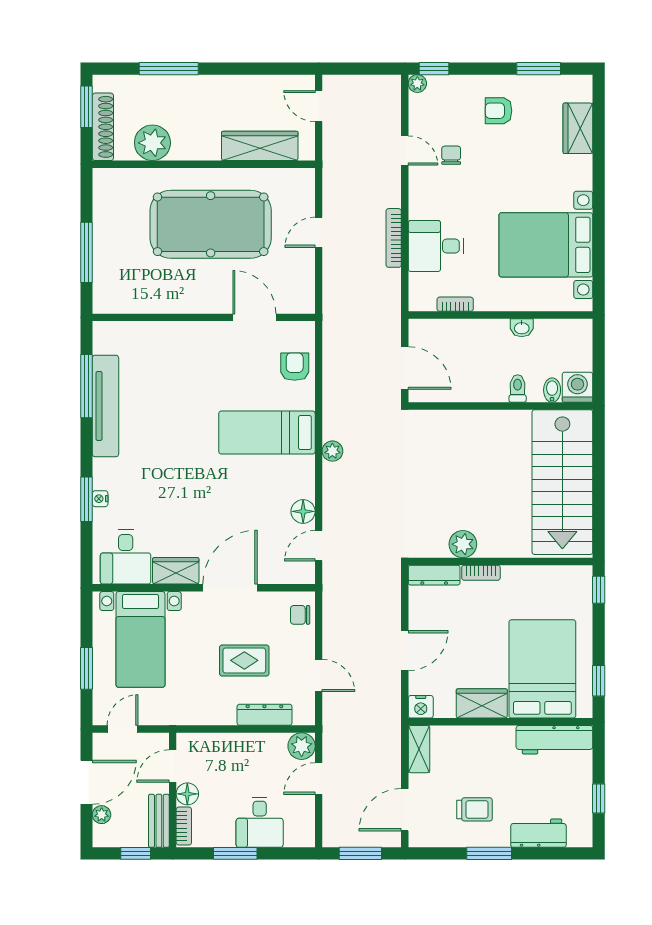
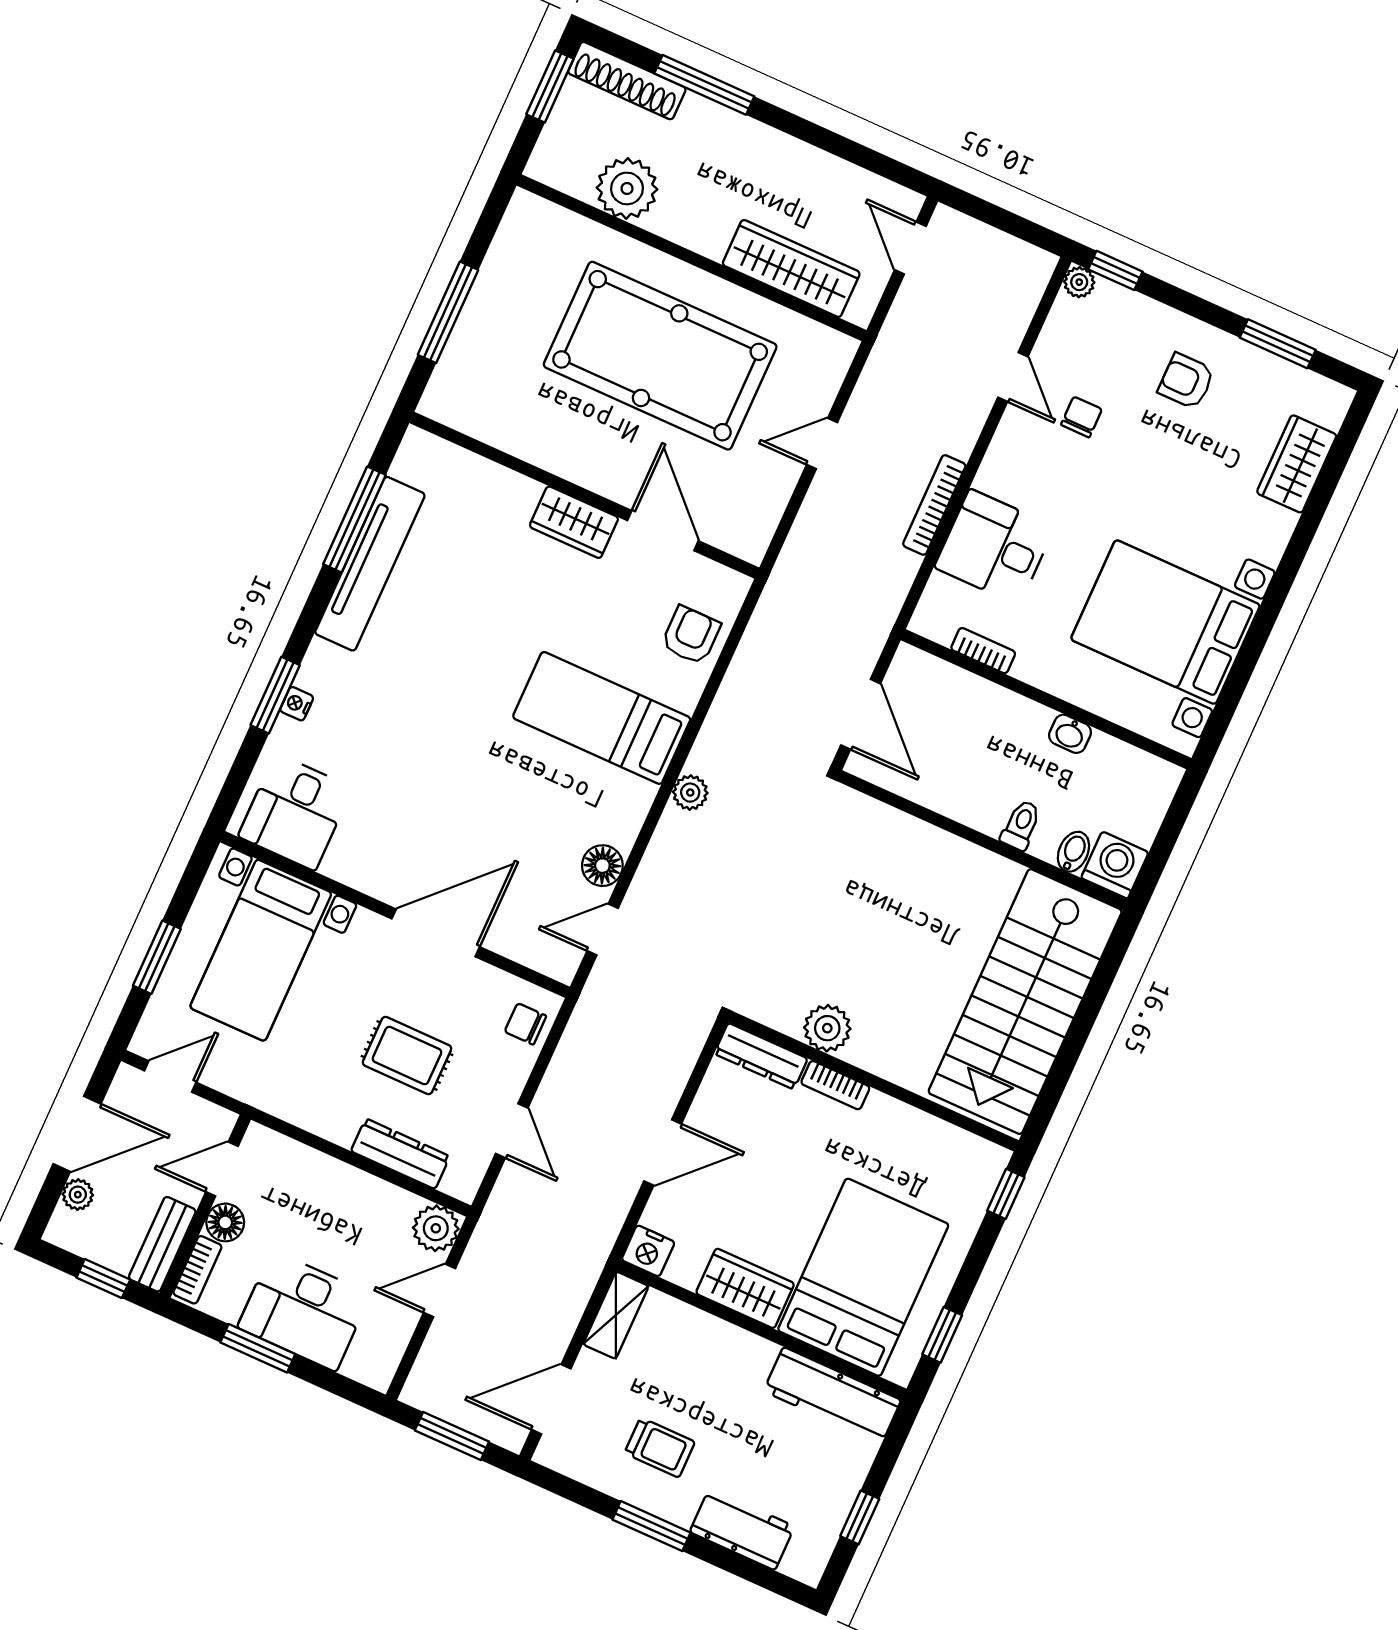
shoe rack: (103, 127) -> (627, 81), moved, turned 90
wardrobe: (176, 571) -> (574, 522), moved, turned 180
desk: (260, 822) -> (304, 1311), width x1.37

